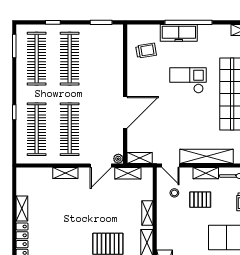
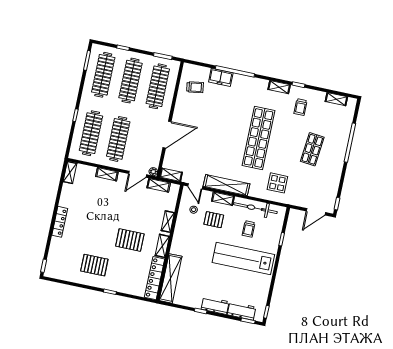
freezer: (179, 33) -> (221, 77), width x0.71
clothes rail: (103, 59) -> (158, 86), added
checkout: (188, 80) -> (224, 119), removed
shelving: (22, 208) -> (70, 173), moved

